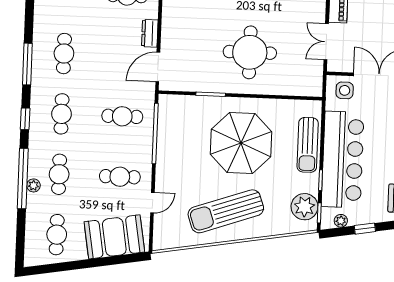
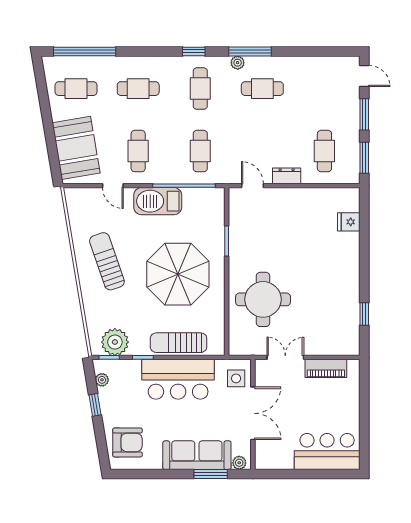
round table: (250, 52) -> (263, 299), moved
door: (158, 67) -> (252, 186), width x0.73
cafe table: (62, 114) -> (200, 89), turned 90
barbecue: (169, 160) -> (158, 201), added
bar counter: (343, 160) -> (178, 379), width x0.73
window: (23, 179) -> (85, 51), moved
plant: (33, 185) -> (238, 63), moved
sun lounger: (226, 211) -> (107, 261), width x0.73, depth x0.75

